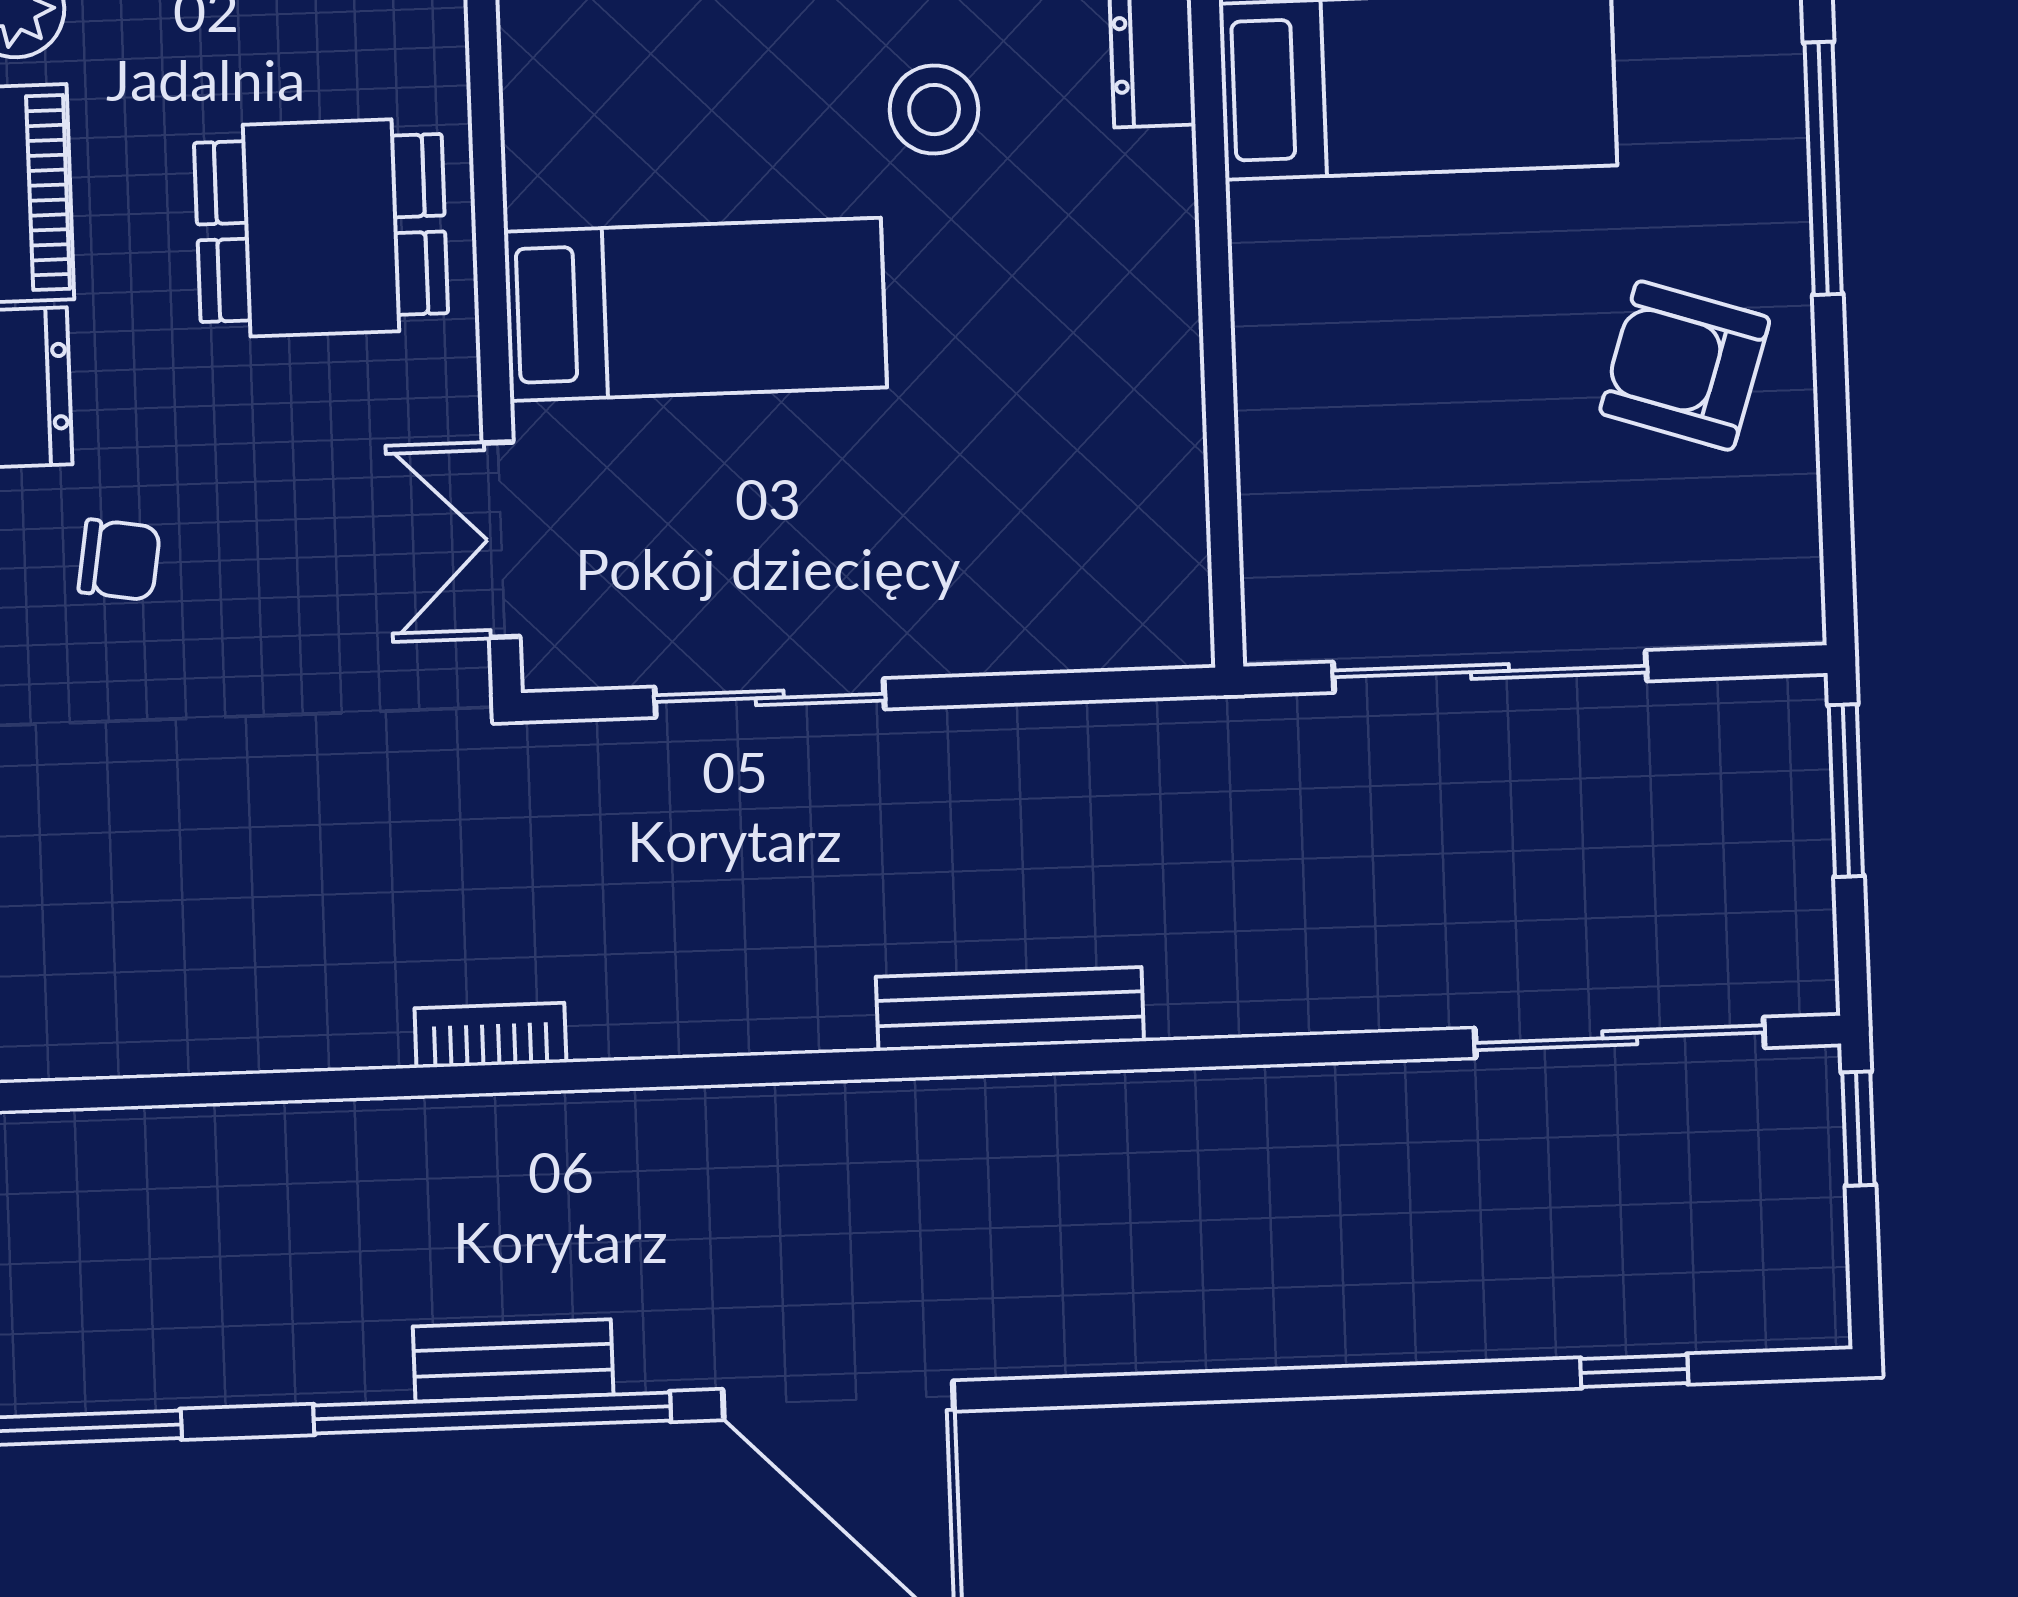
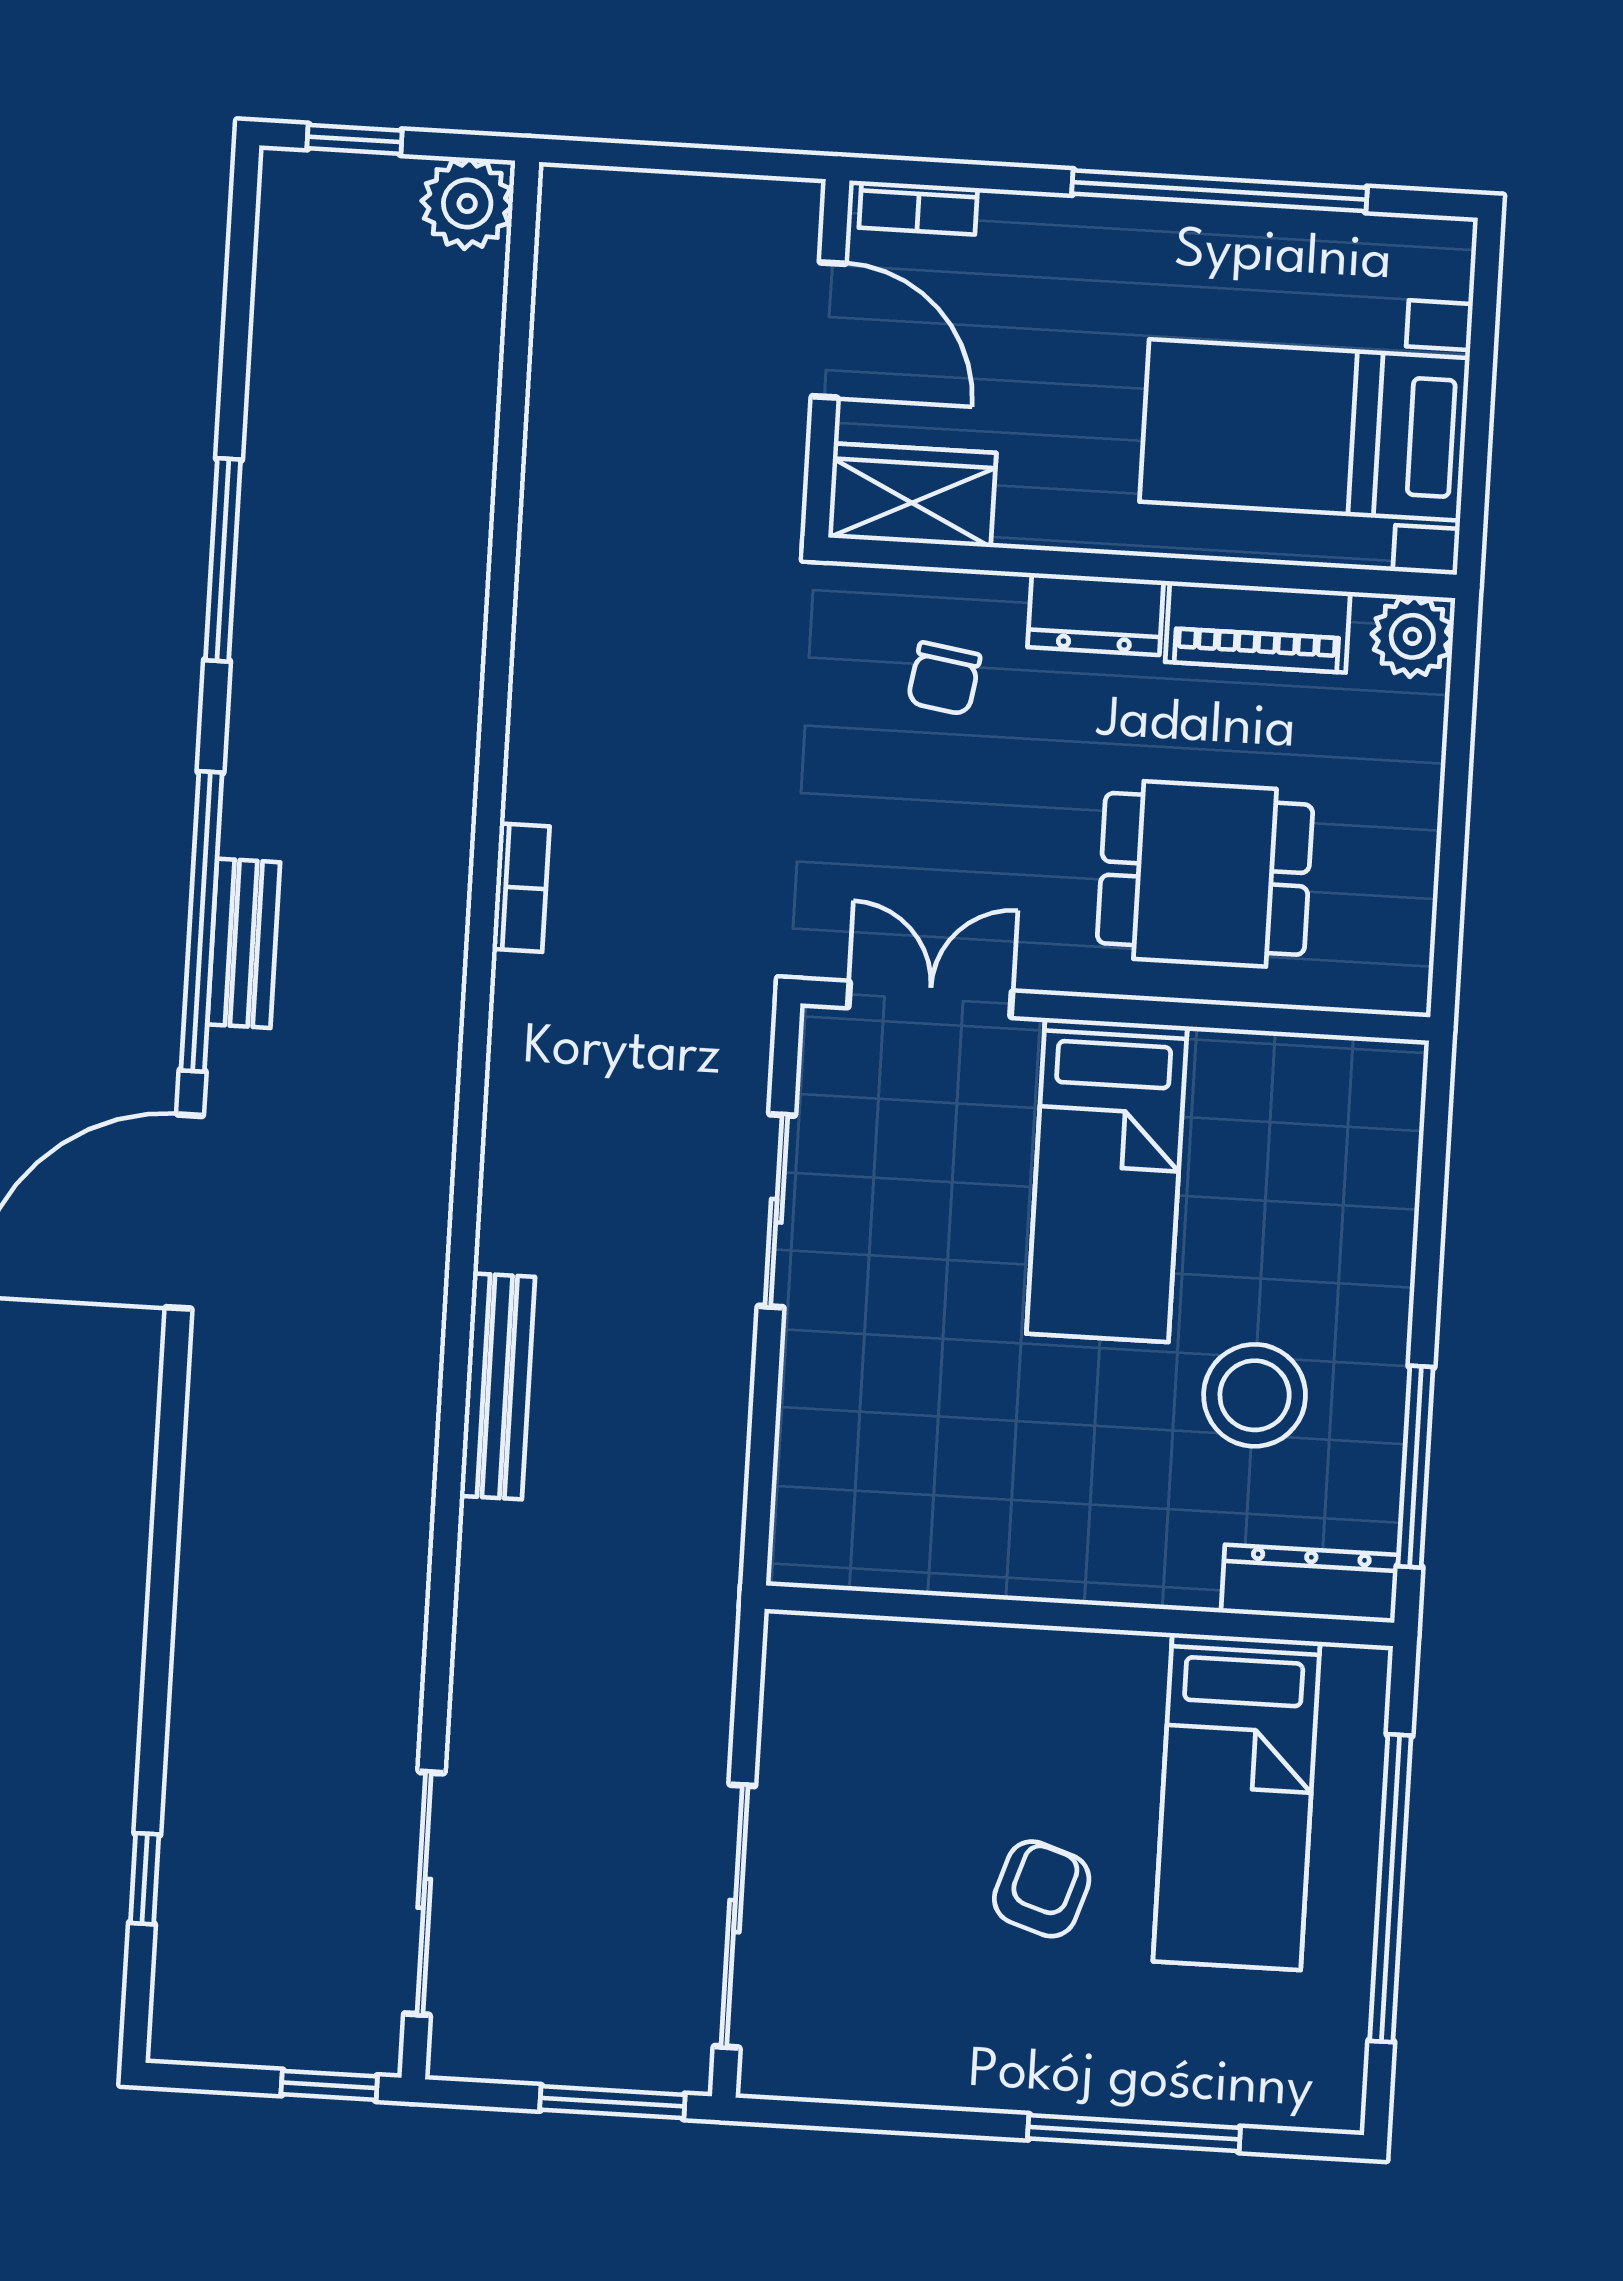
stool: (934, 110) -> (1255, 1395), width x1.38, depth x1.38
dining table: (321, 228) -> (1205, 874), turned 90
armchair: (1685, 366) -> (1042, 1889), moved, width x0.72, depth x0.72
sliding door: (1490, 672) -> (734, 1916), moved
bookcase: (490, 1035) -> (521, 888), moved

